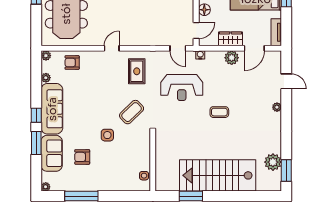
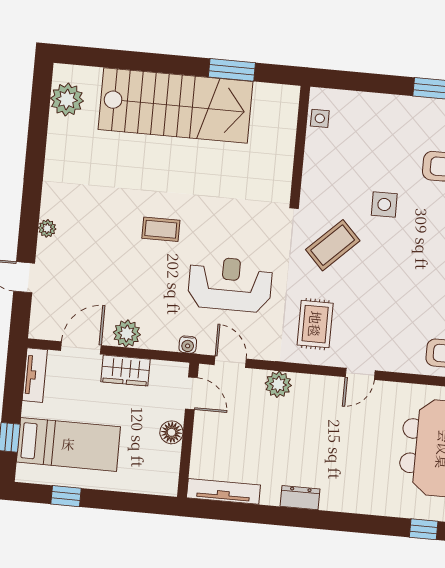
door: (196, 30) -> (191, 393), swing flipped
plant: (153, 39) -> (278, 384), added
plant: (273, 162) -> (67, 100), moved
window: (286, 171) -> (40, 103), removed

